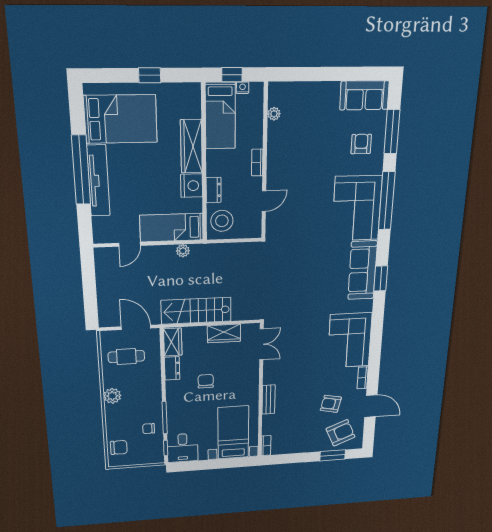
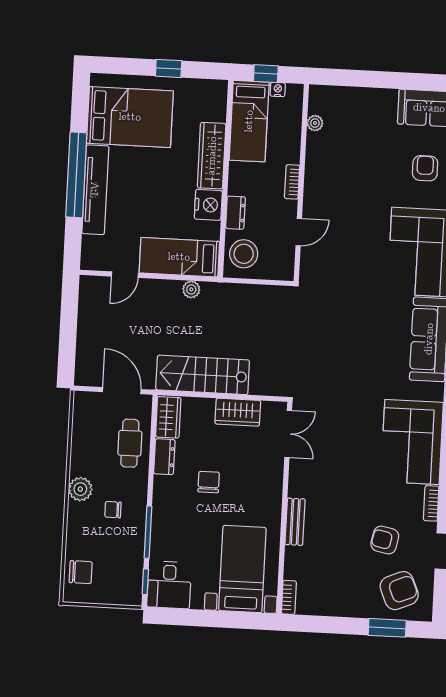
cafe table: (126, 357) -> (130, 443), moved, turned 90
chair: (149, 429) -> (113, 510), moved

